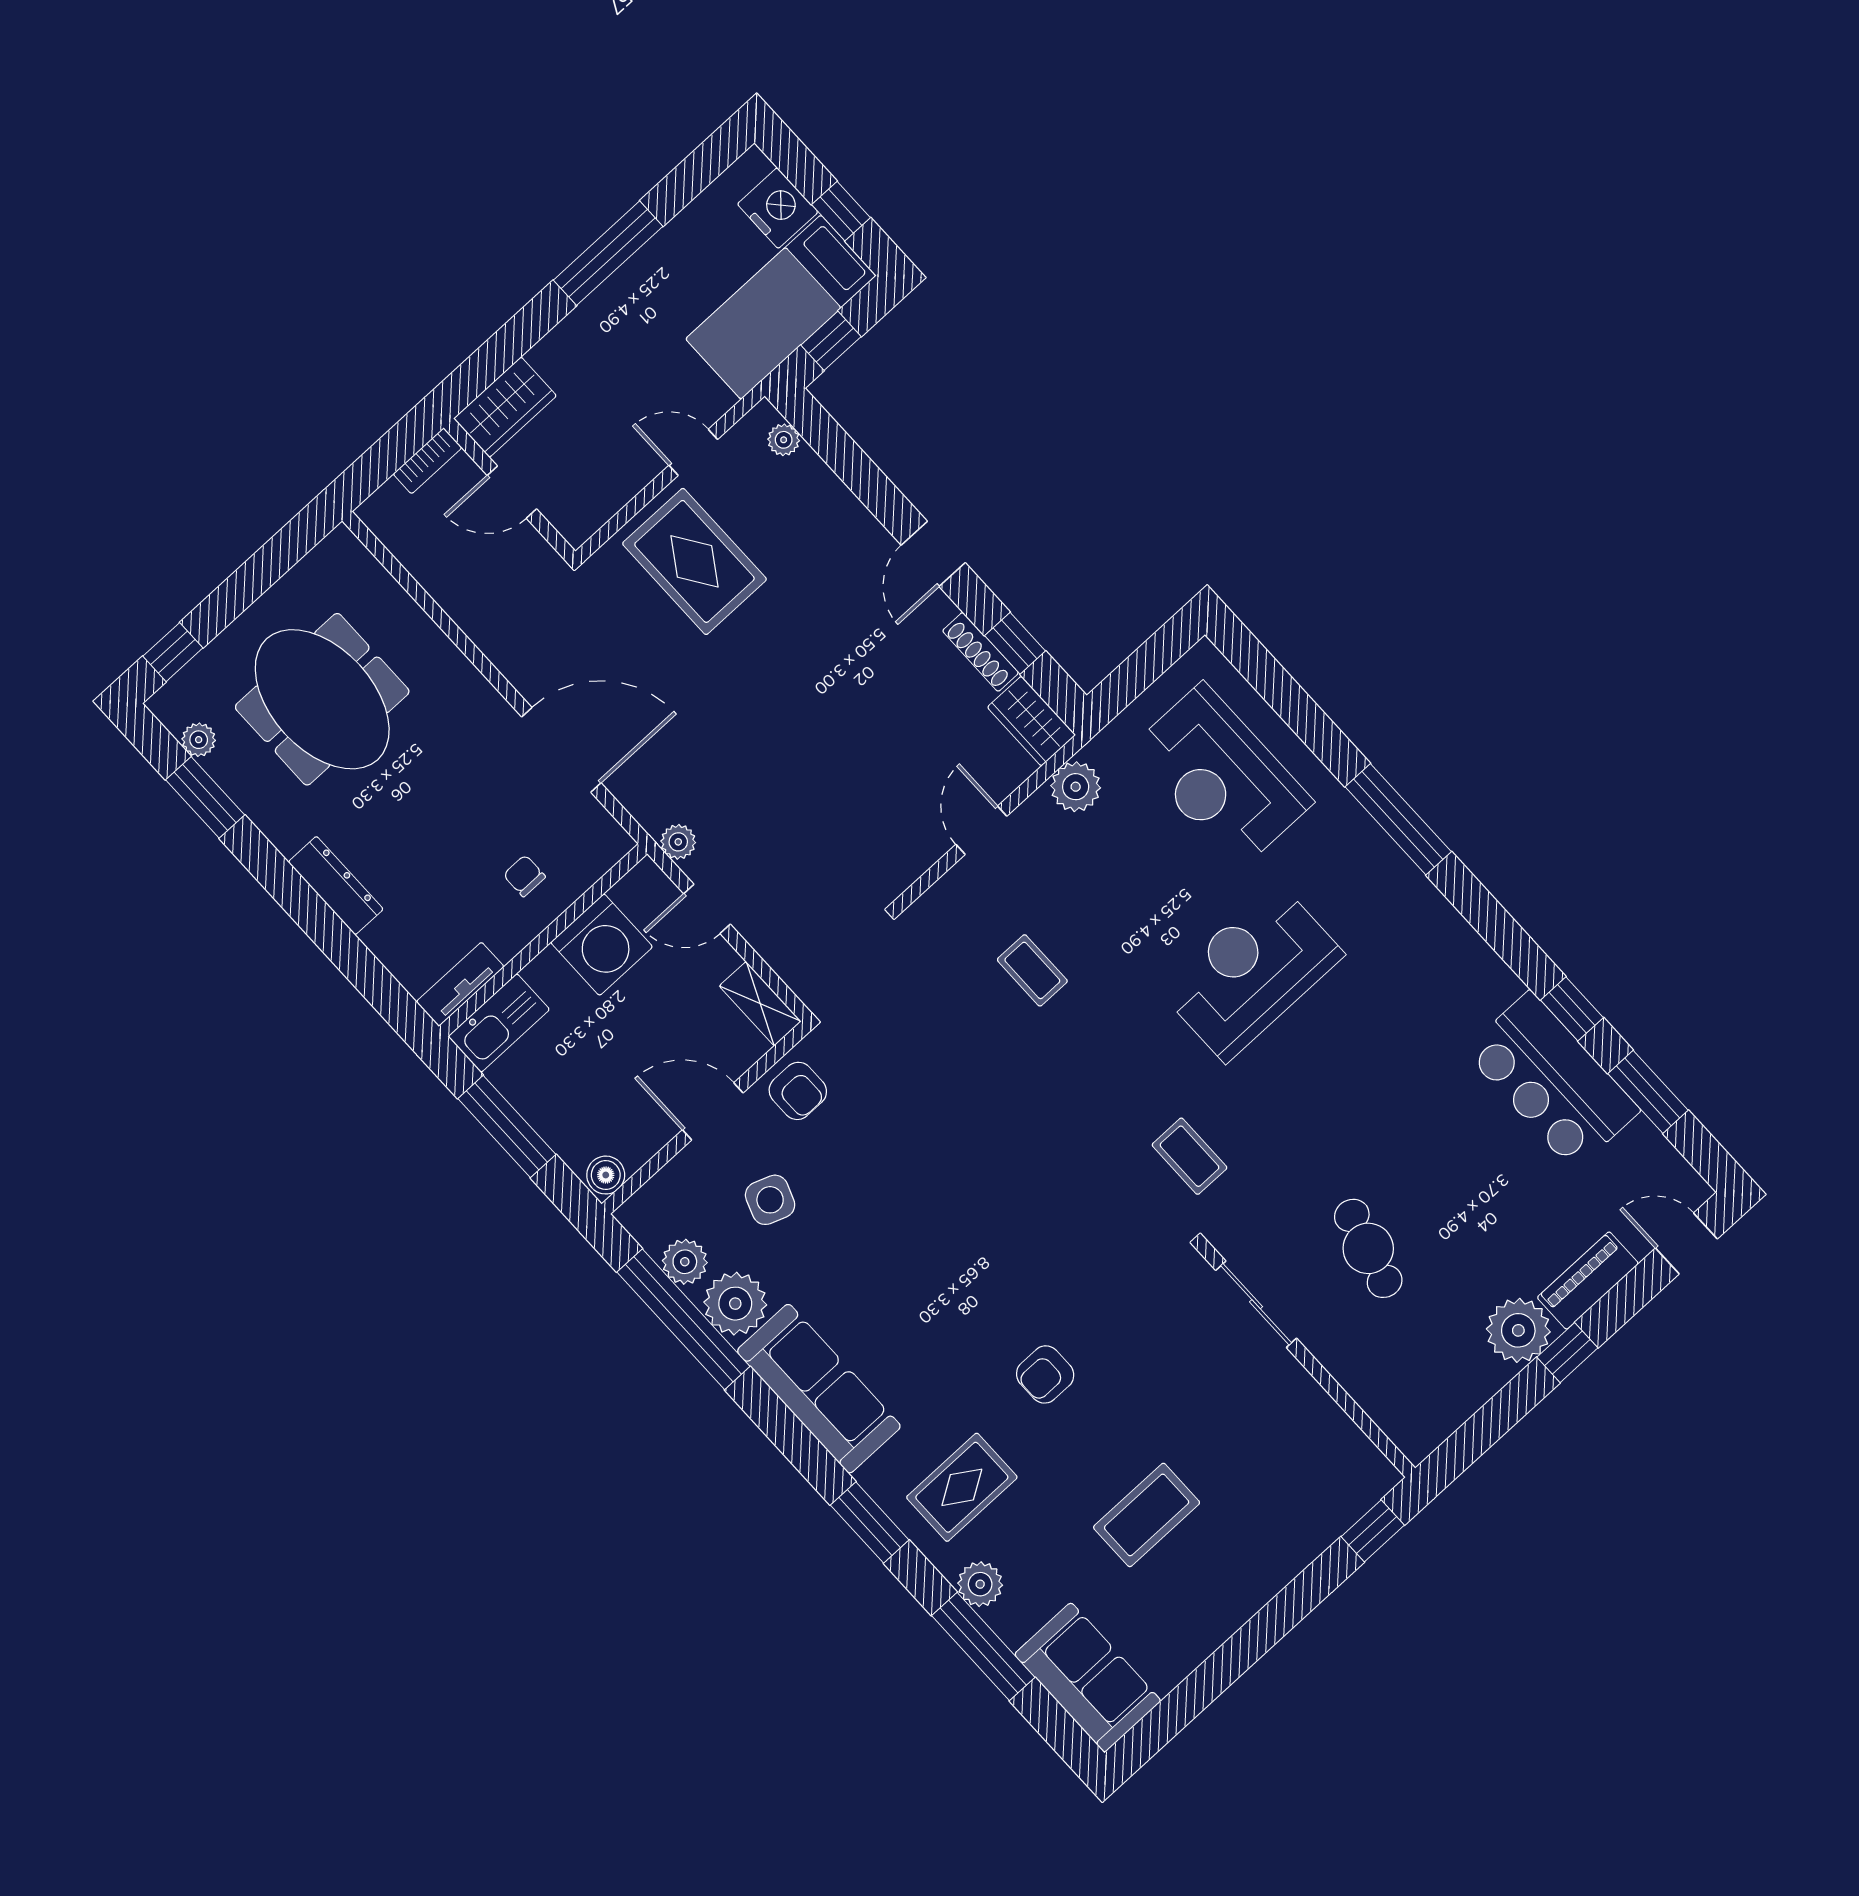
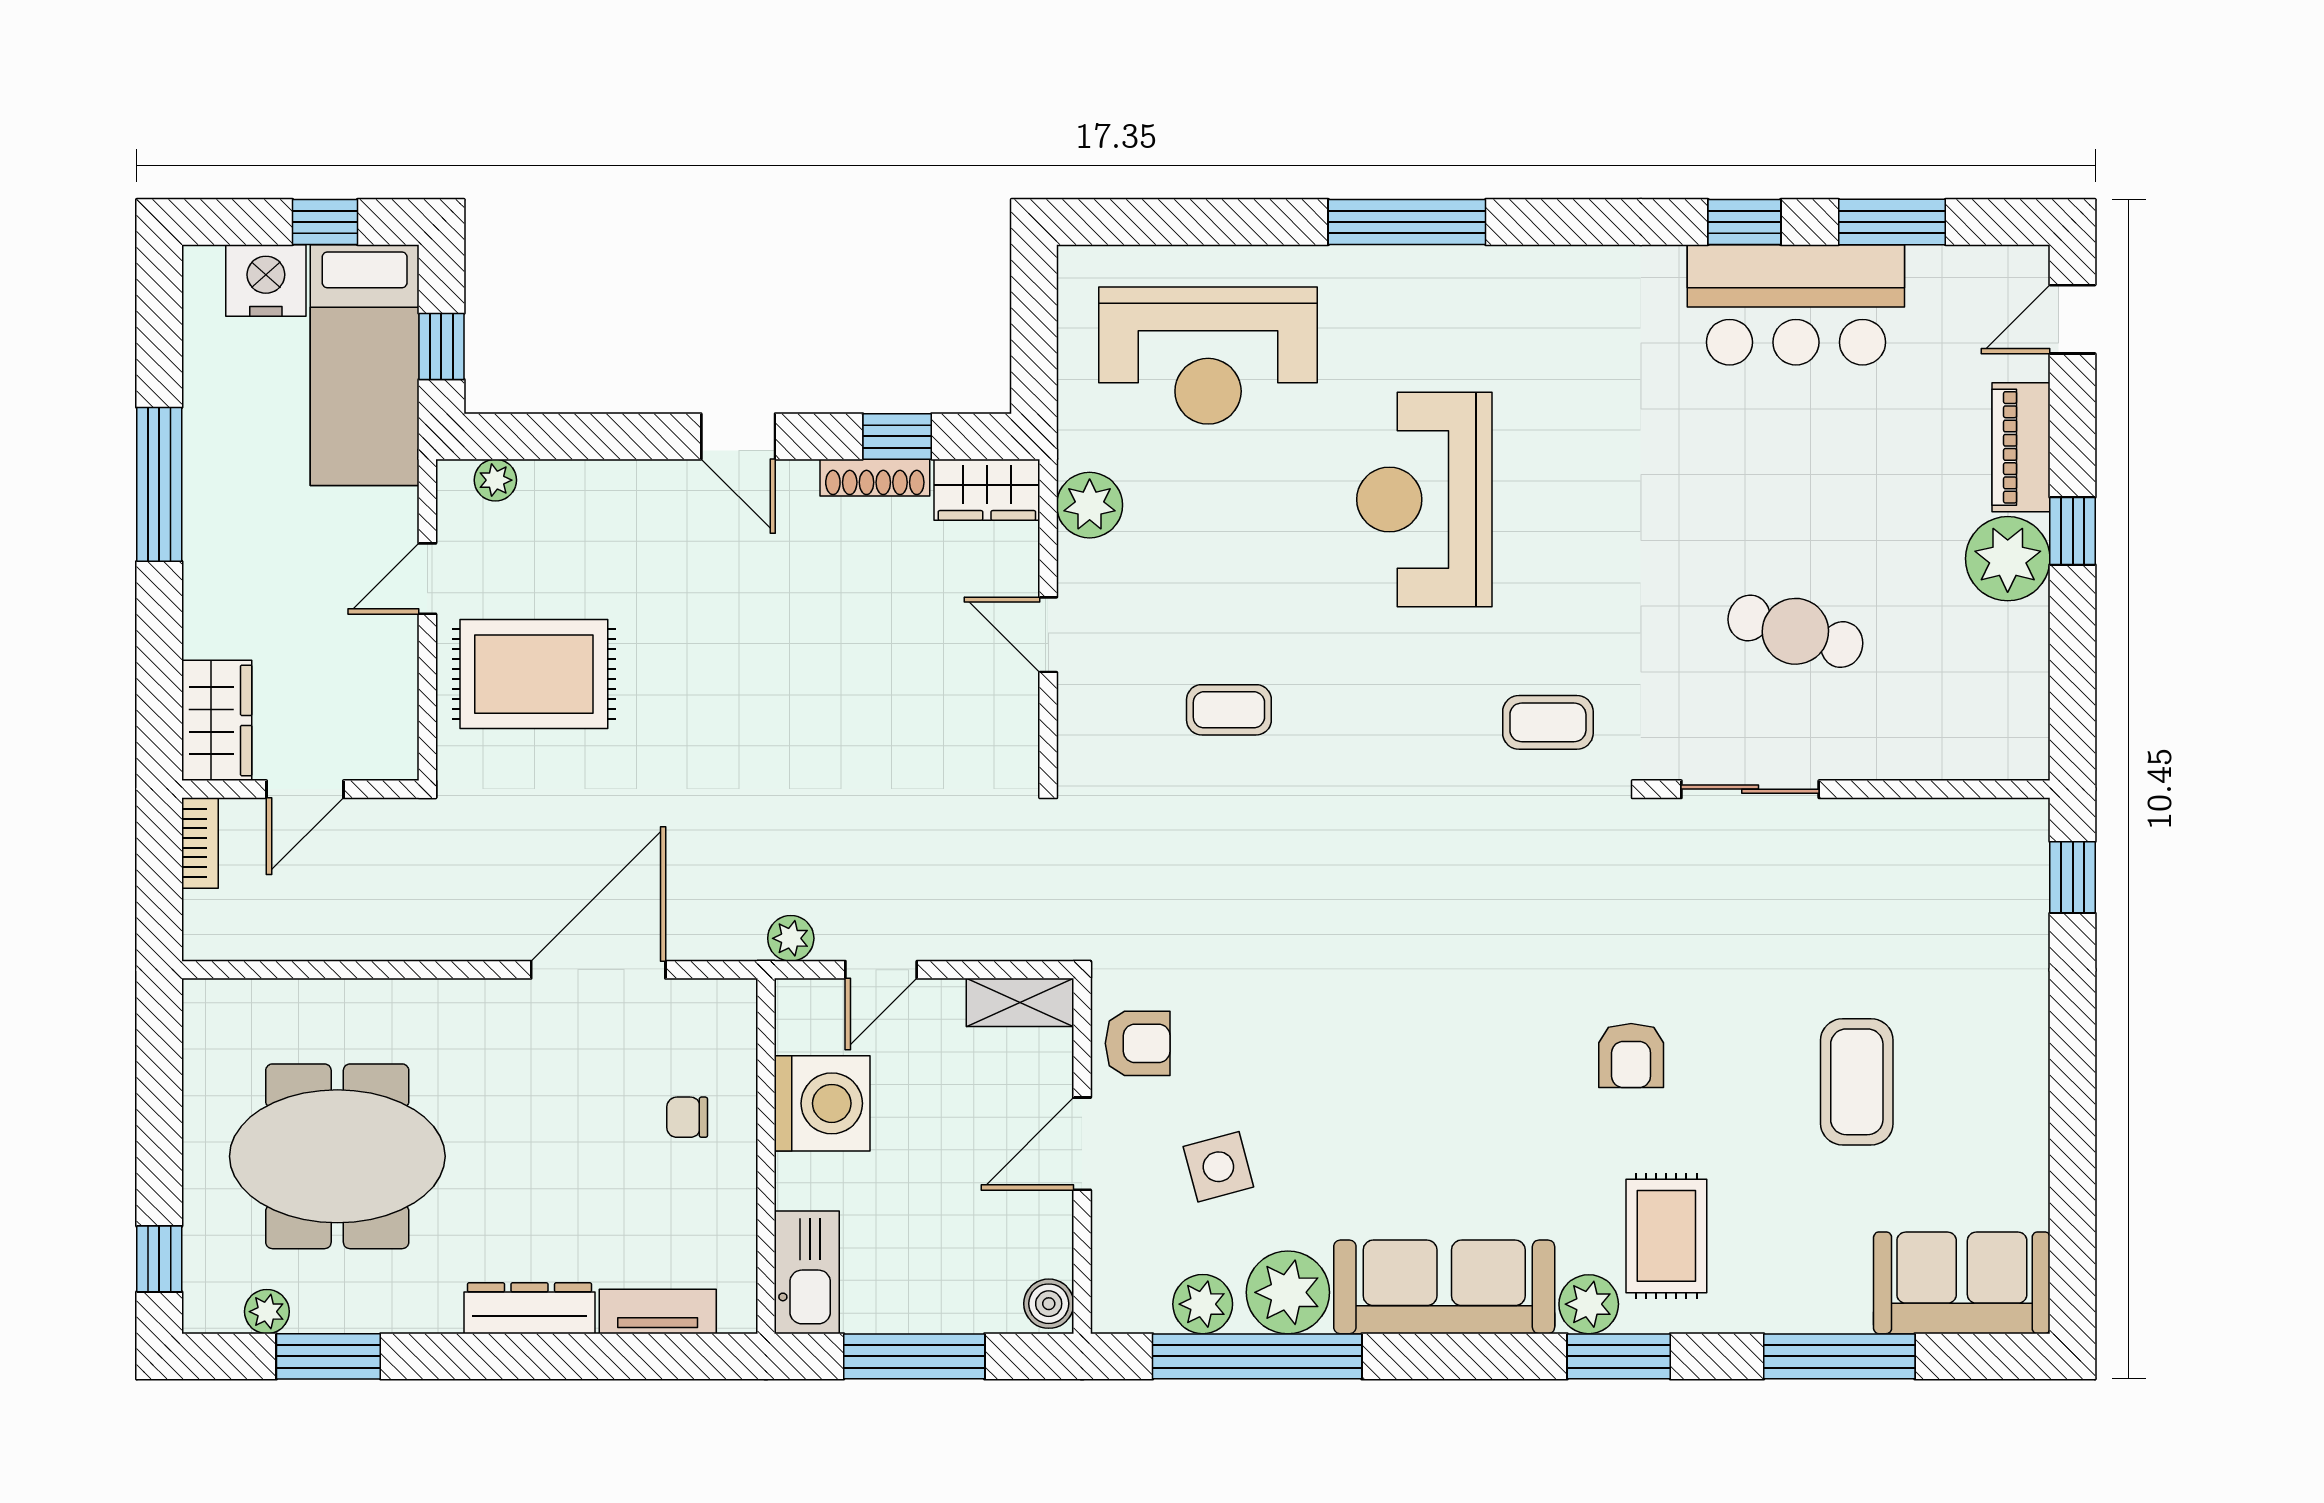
tv unit: (460, 984) -> (658, 1312), moved, turned 90
side table: (770, 1200) -> (1218, 1167), turned -35
plant: (980, 1584) -> (1589, 1304), moved

